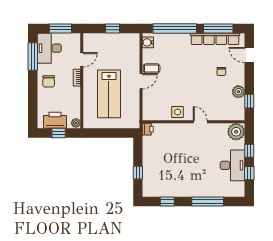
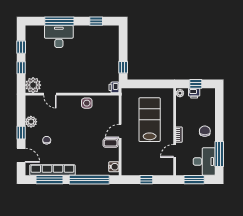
window: (249, 101) -> (21, 133), moved
printer: (55, 120) -> (194, 93), width x0.53, depth x0.68
door: (200, 122) -> (50, 94), moved
desk: (232, 165) -> (59, 36), moved, turned 90
window: (138, 173) -> (123, 67), moved

